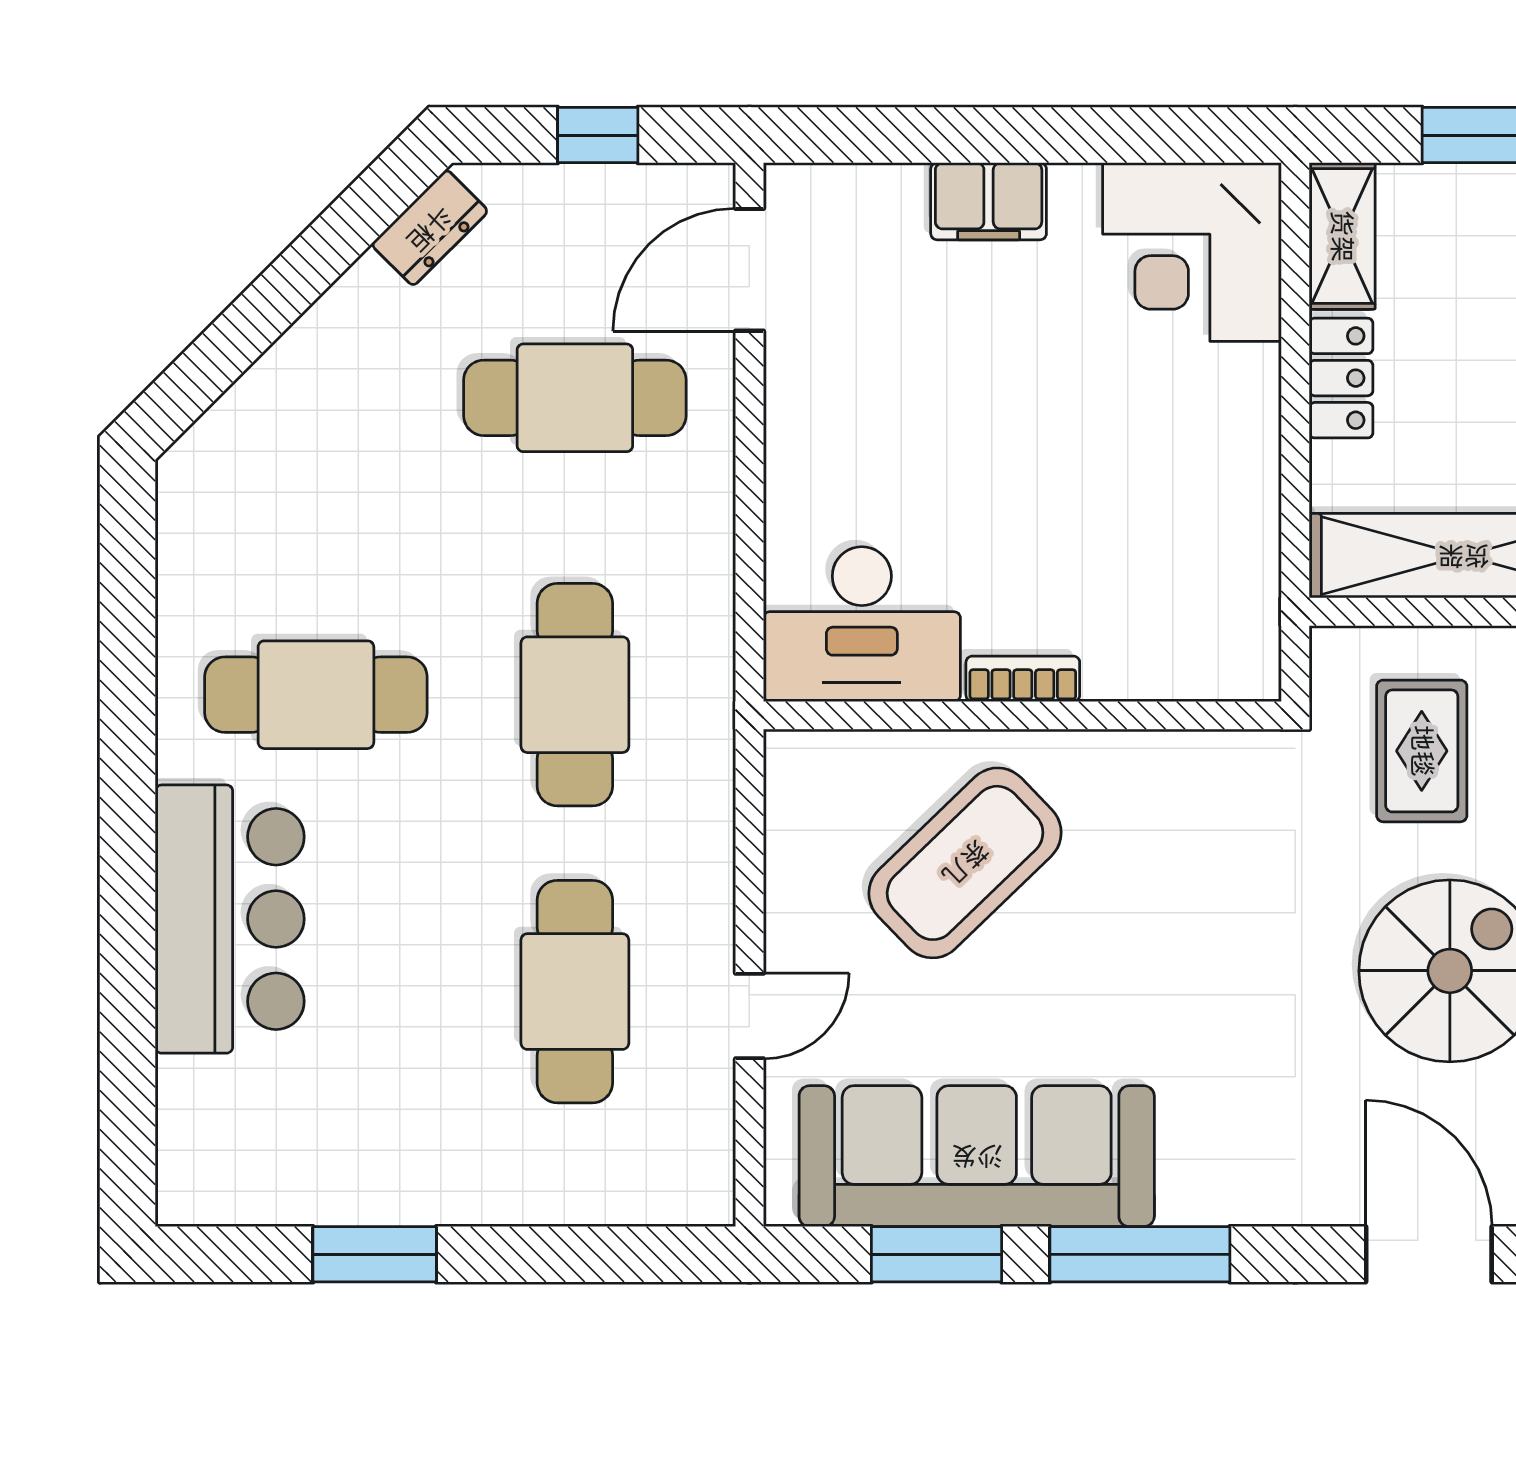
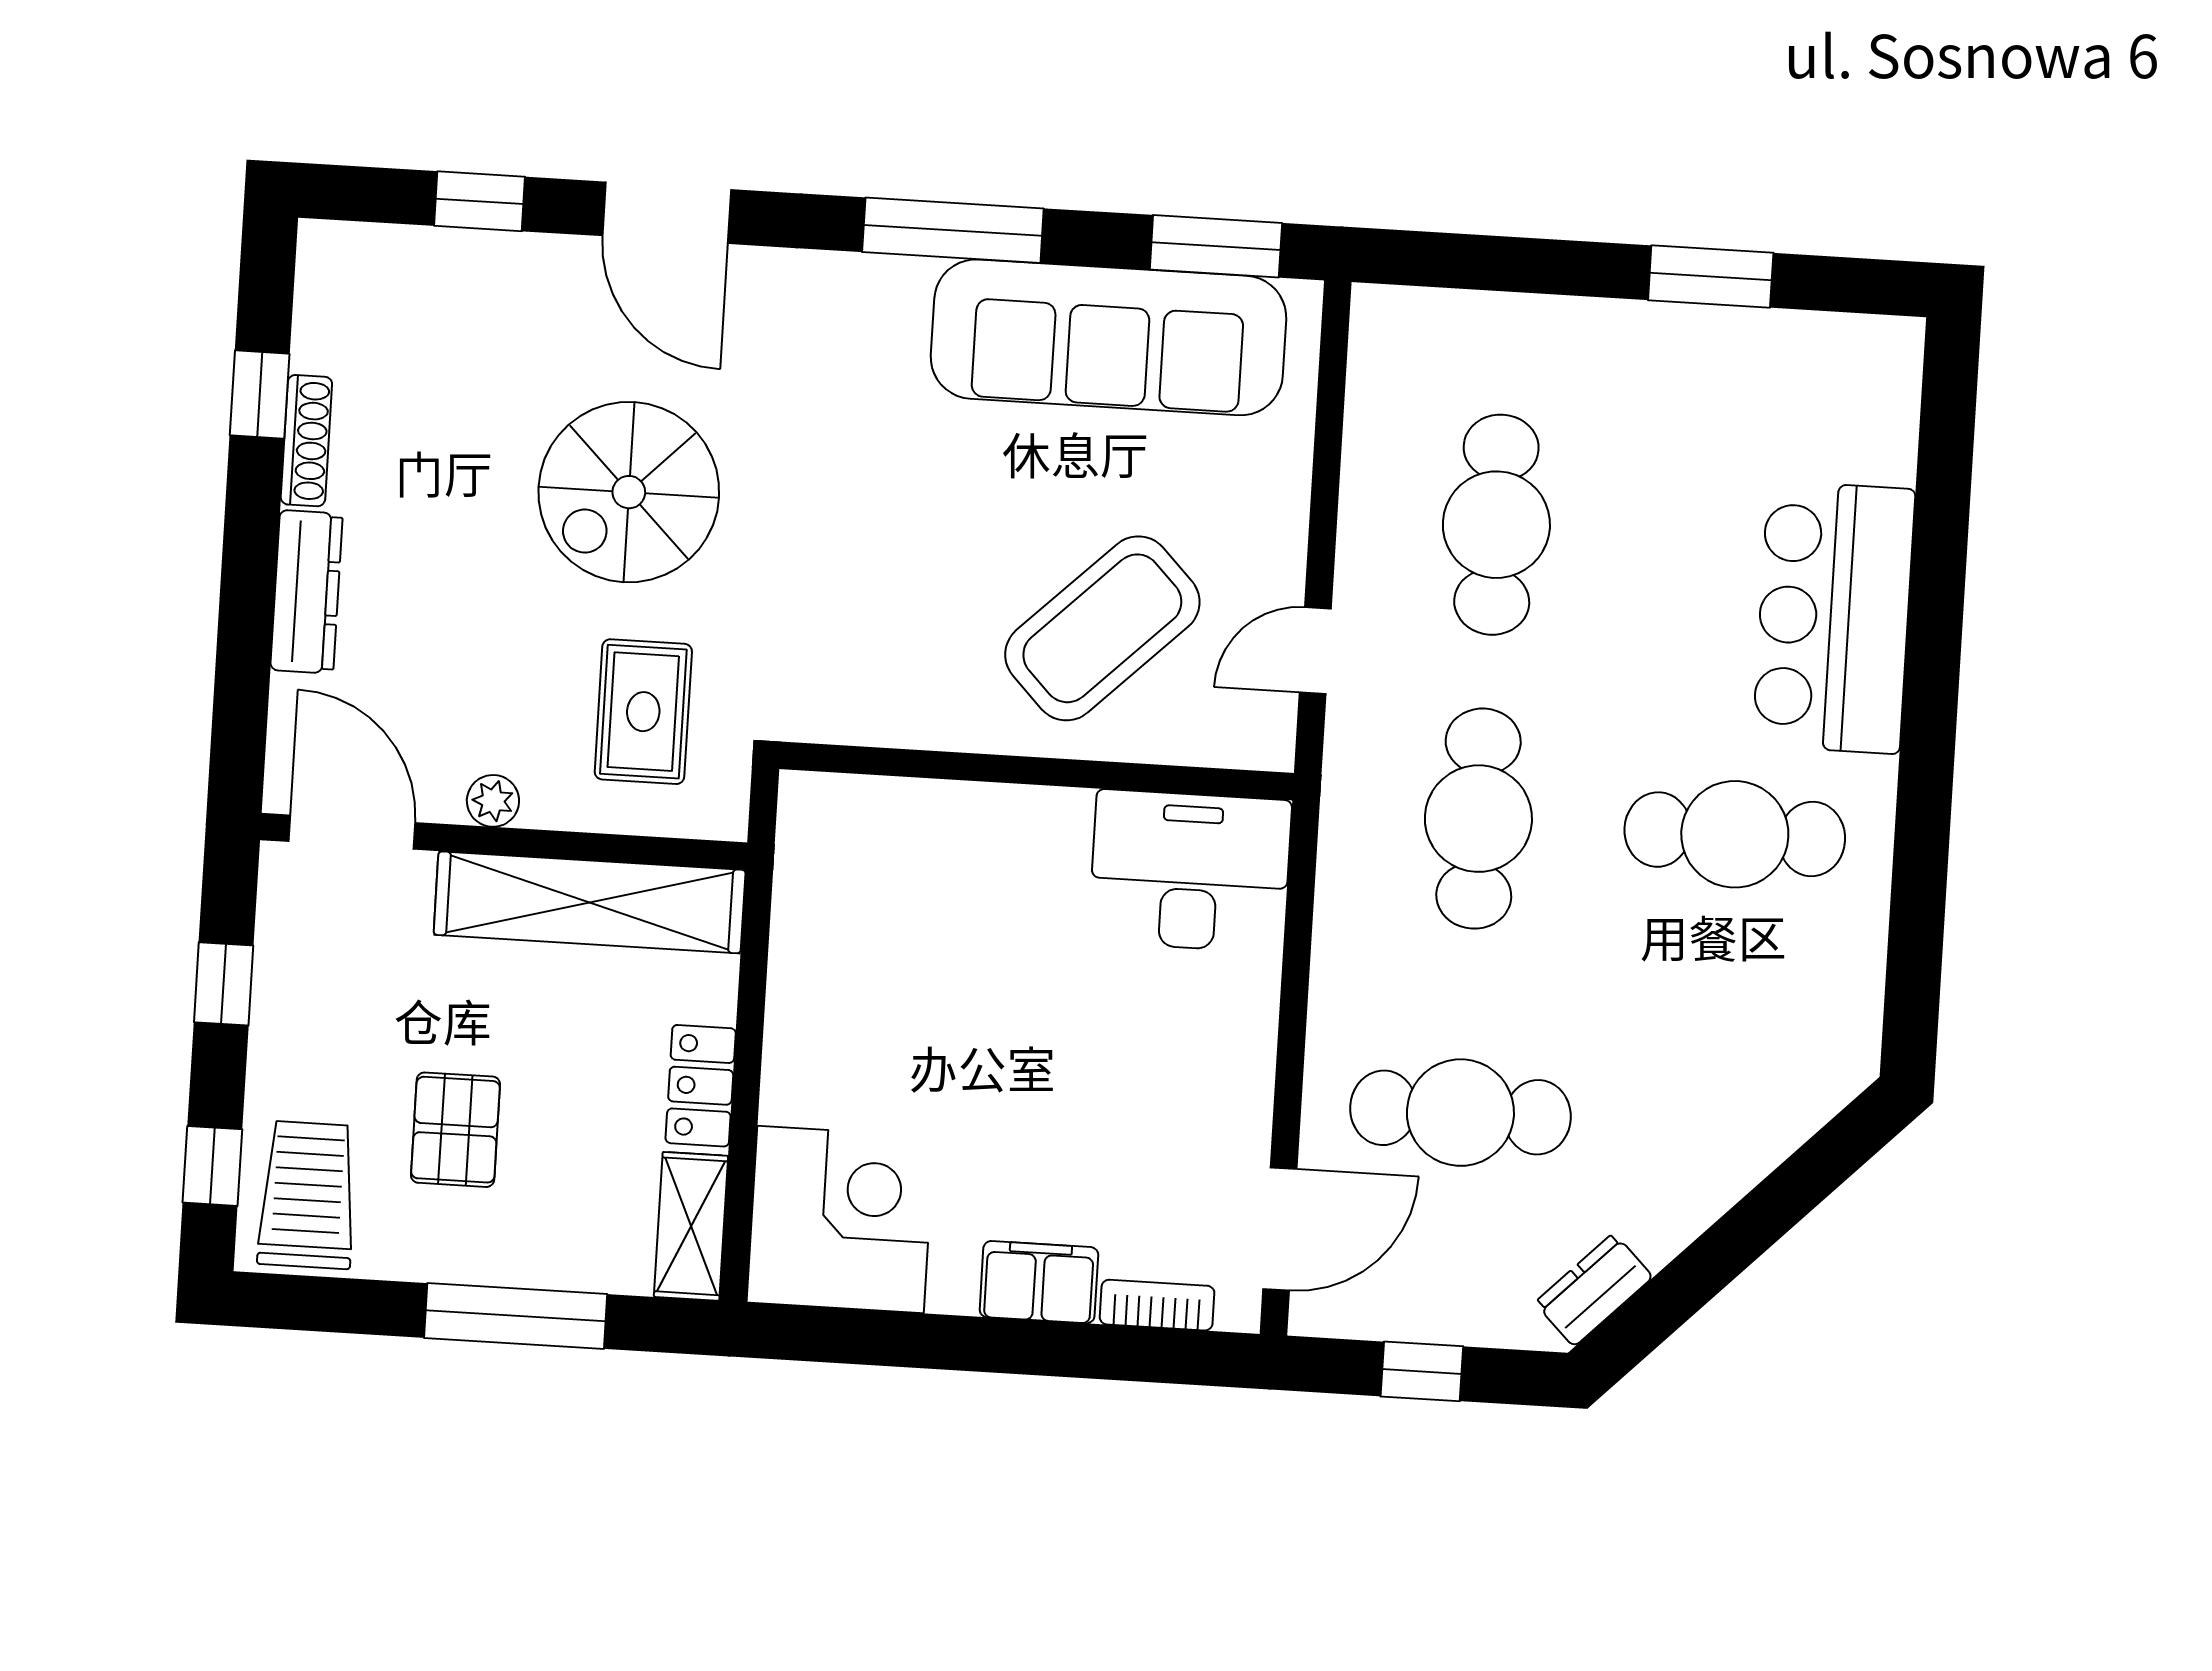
bookcase: (1023, 679) -> (1157, 1305), moved, turned 180
door: (749, 1016) -> (1315, 651), moved
window: (936, 1254) -> (1216, 246), moved

